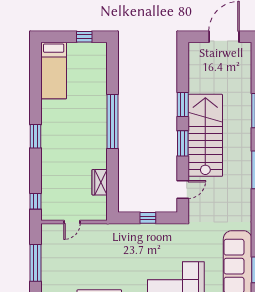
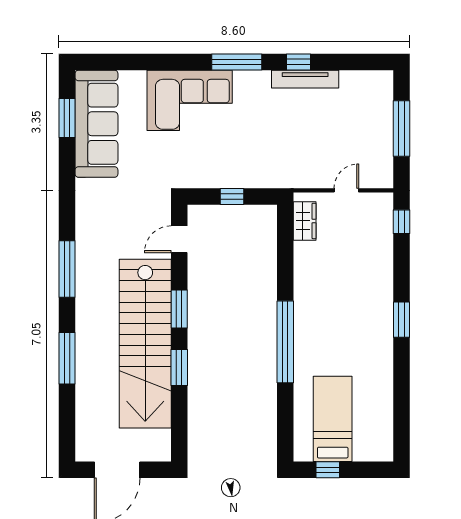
bed: (54, 71) -> (333, 419), moved
stairs: (205, 135) -> (145, 344), width x1.36
wardrobe: (100, 182) -> (305, 221), moved

